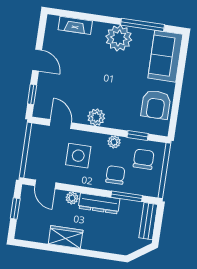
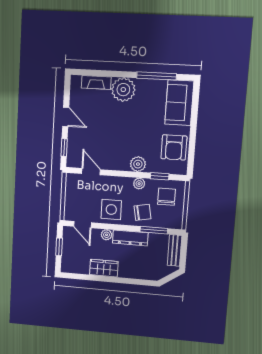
plant: (119, 38) -> (123, 90), moved
plant: (96, 117) -> (138, 164), moved
side table: (78, 156) -> (111, 209), moved
chair: (115, 175) -> (142, 212), turned 79

